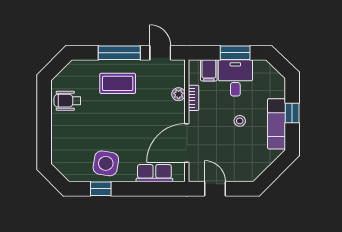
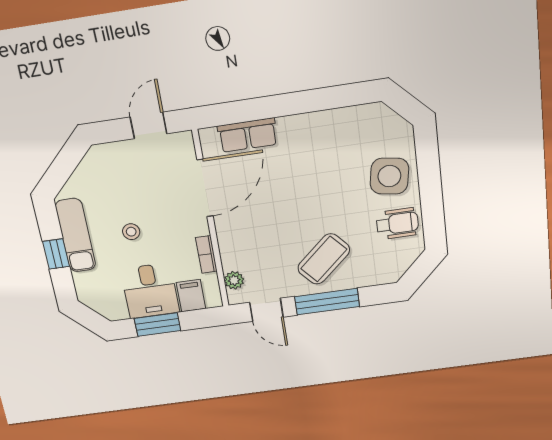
coffee table: (118, 83) -> (324, 259), turned -42
plant: (178, 94) -> (234, 280), moved
side table: (106, 163) -> (389, 176), moved
window: (101, 189) -> (329, 98), removed
door: (215, 189) -> (149, 125), swing flipped

